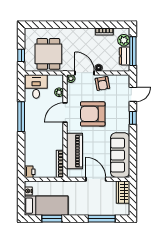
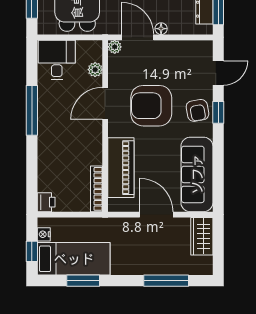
armchair: (102, 83) -> (197, 110), moved
window: (21, 201) -> (32, 251), added

